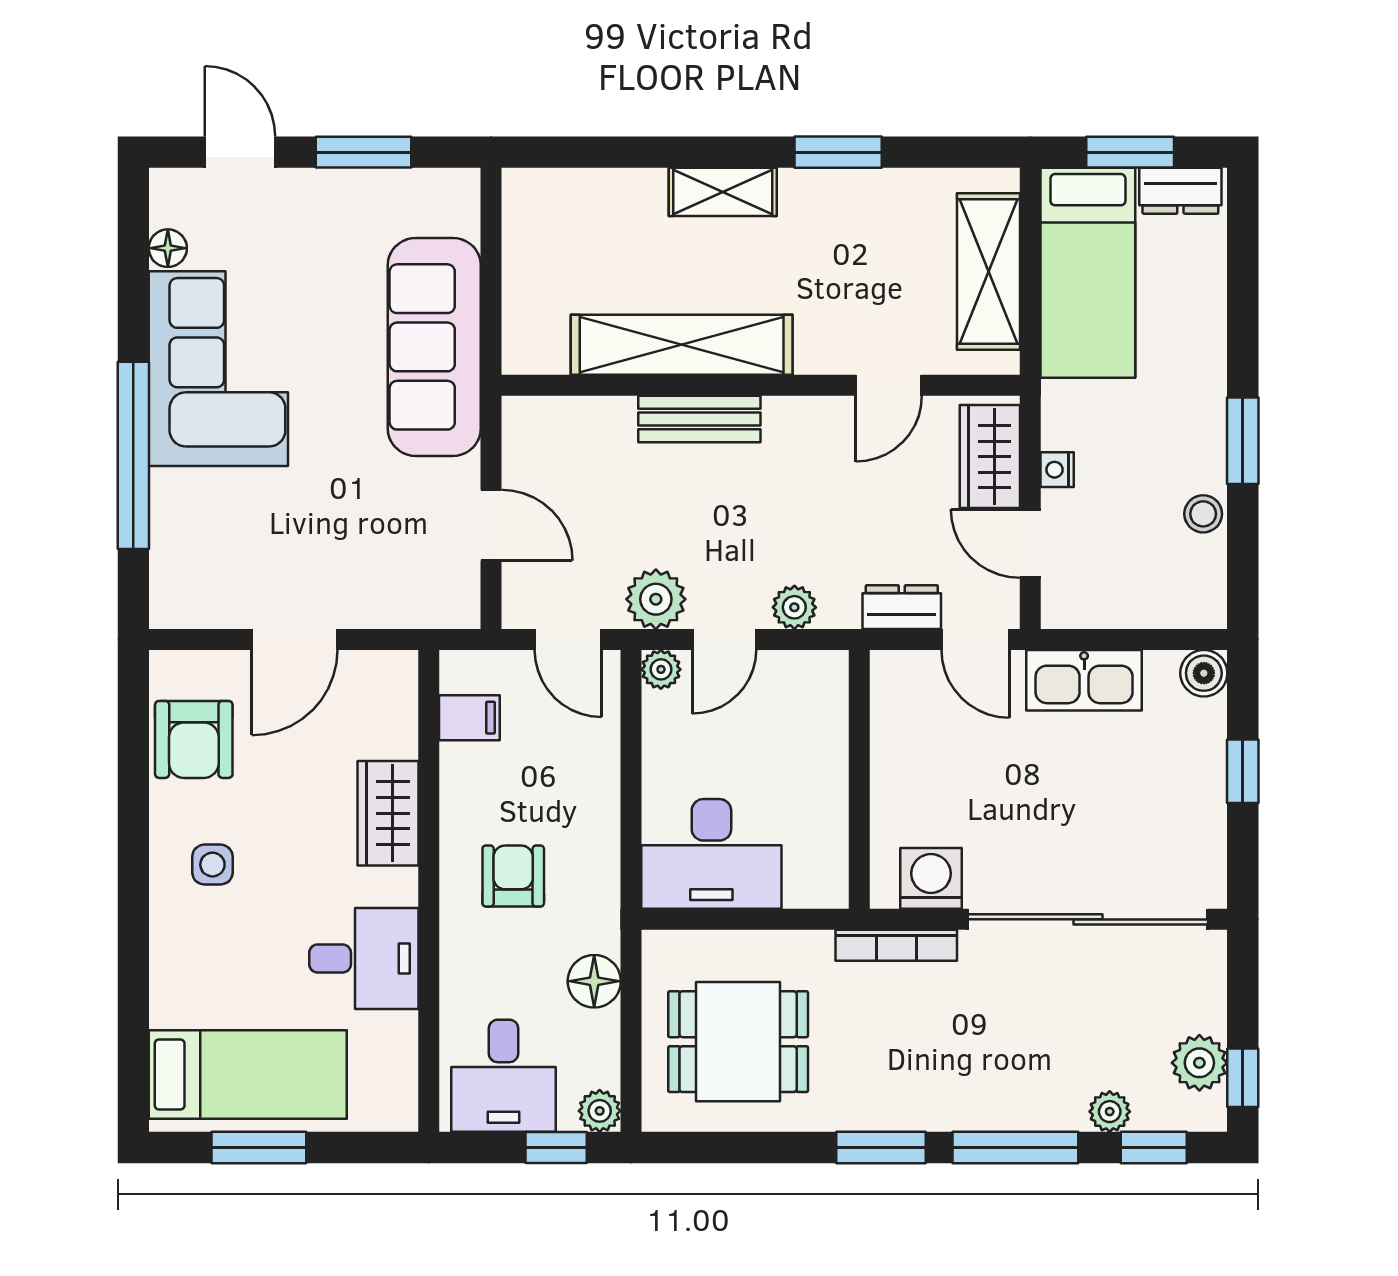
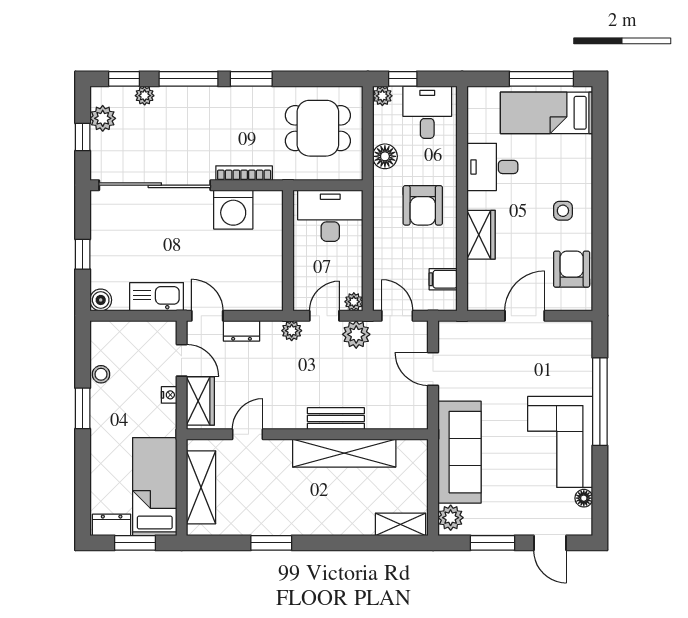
shelving: (723, 192) -> (401, 524), moved
plant: (453, 206) -> (451, 518), added
wall: (859, 779) -> (288, 250), moved
armchair: (513, 876) -> (423, 205), width x1.38, depth x1.38
washing machine: (931, 878) -> (233, 210), width x1.37, depth x1.37
window: (1243, 1078) -> (83, 137), moved
window: (259, 1147) -> (541, 79), width x1.44

